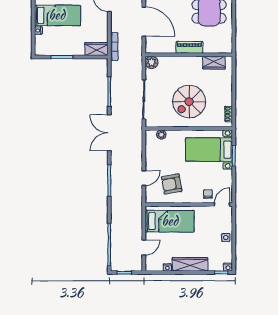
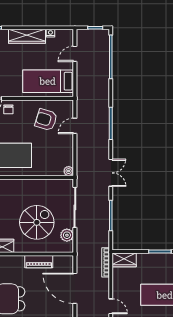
piano: (189, 47) -> (39, 262), moved
plant: (152, 62) -> (67, 235), moved
spiral stairs: (189, 102) -> (37, 222), moved
double door: (109, 133) -> (111, 173), width x0.73
plant: (161, 135) -> (69, 171), moved
armchair: (172, 184) -> (46, 120), turned -153

